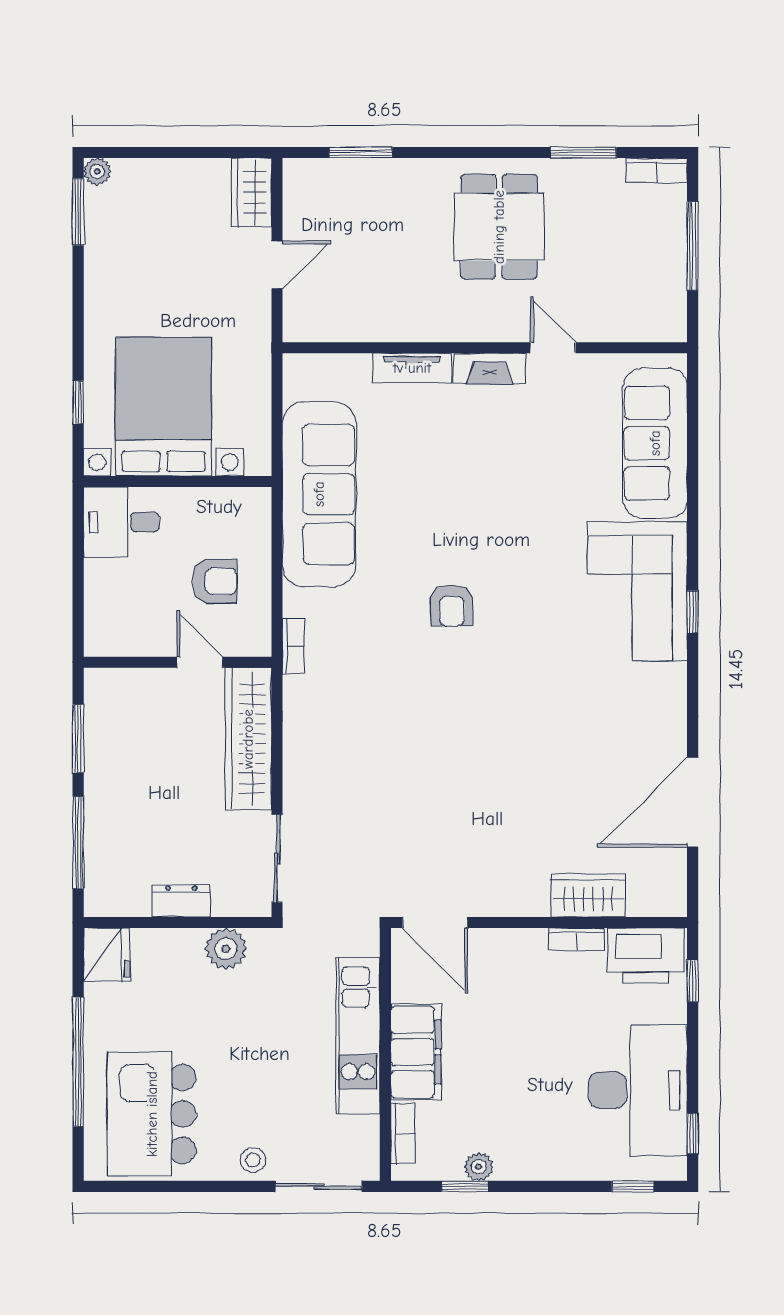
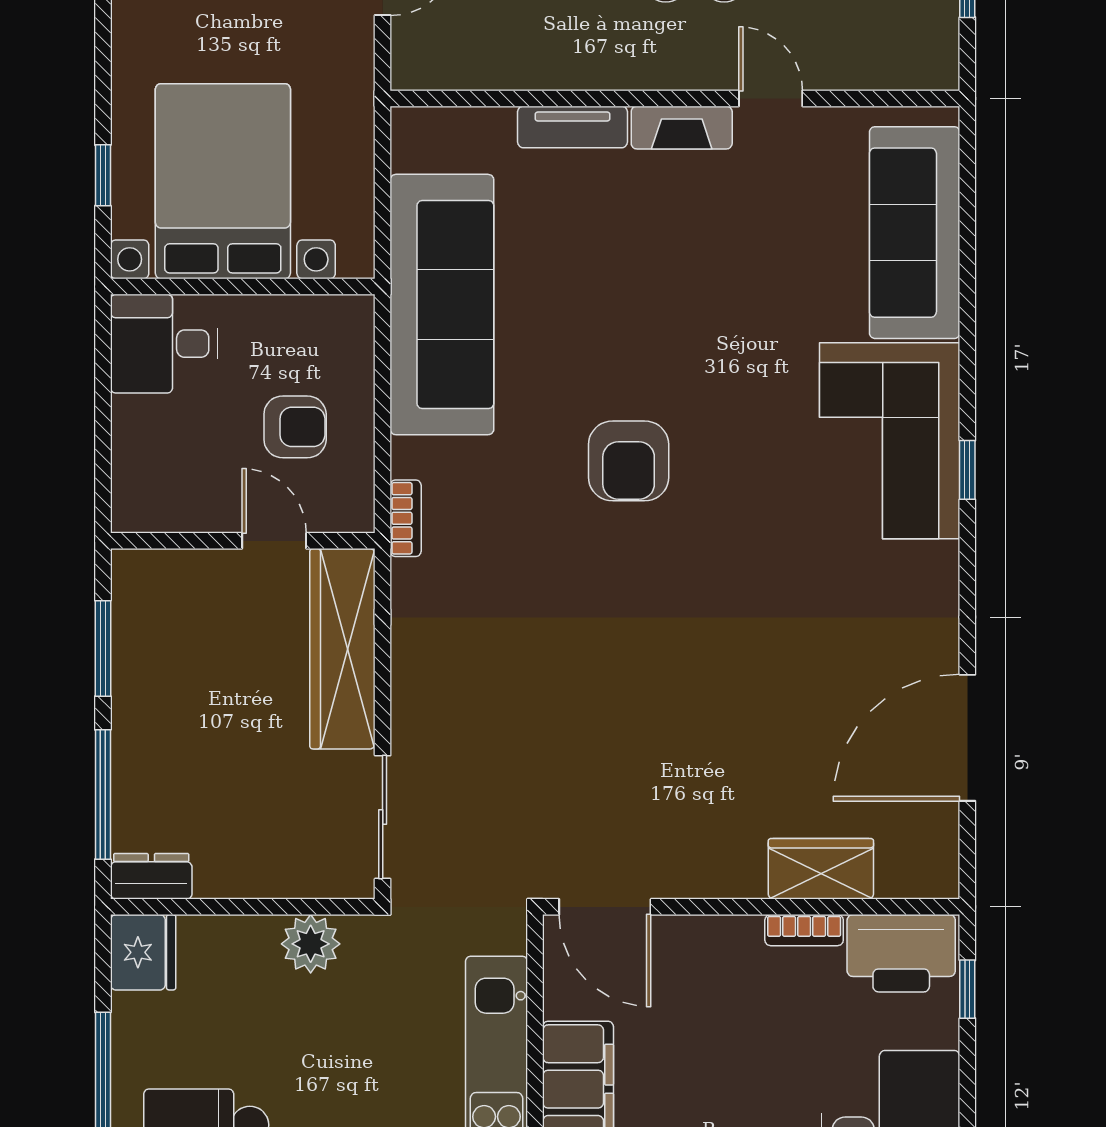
armchair: (452, 605) -> (629, 461), width x1.38, depth x1.38
dresser: (181, 901) -> (151, 876), moved

